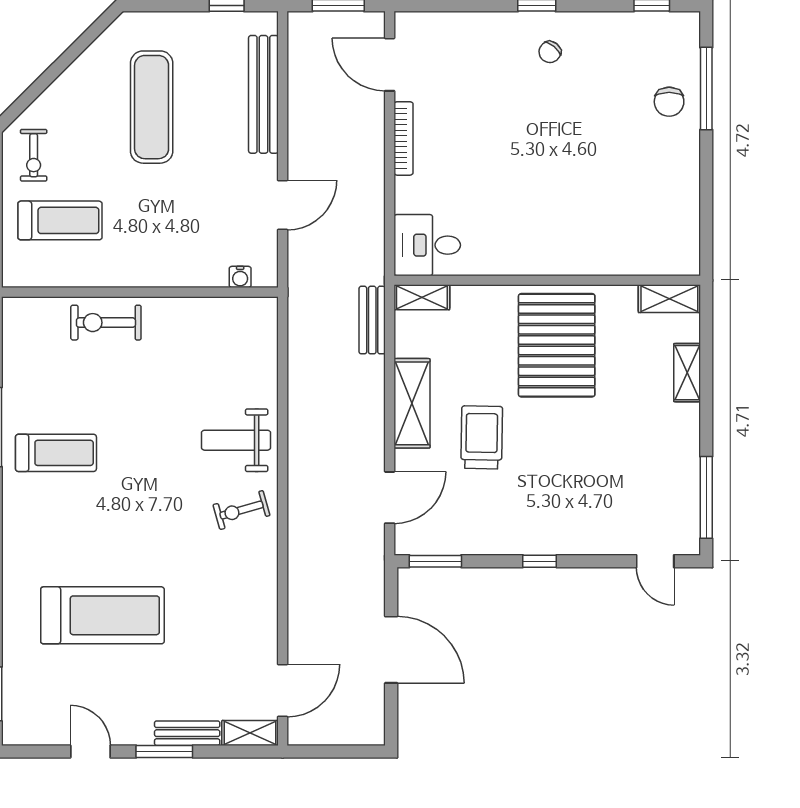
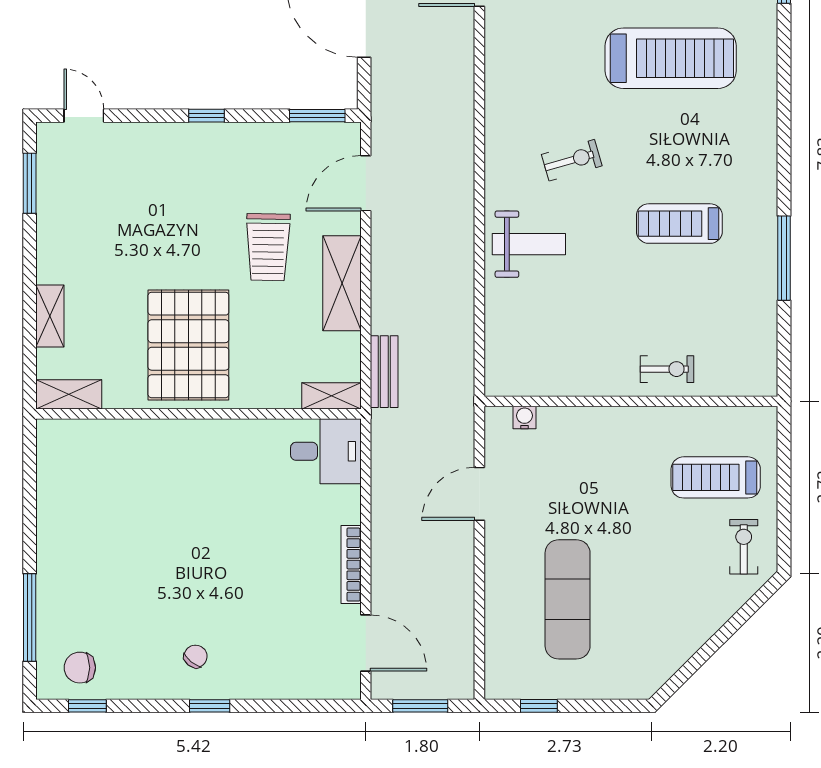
bench: (263, 94) -> (500, 611), removed
chair: (669, 102) -> (80, 668), moved, turned -90
exercise mat: (152, 107) -> (568, 599), moved
exercise bike: (106, 323) -> (667, 369), width x0.73, depth x0.72
treadmill: (56, 453) -> (679, 224), moved
window: (706, 497) -> (30, 183), width x0.69
exercise bike: (241, 510) -> (572, 160), moved
treadmill: (102, 615) -> (671, 58), turned 180

